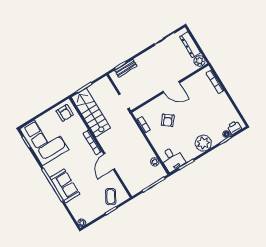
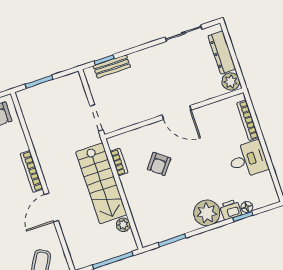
stairs: (91, 113) -> (101, 183), moved, turned 180
printer: (234, 127) -> (231, 210), moved
desk: (172, 159) -> (248, 159), moved, turned -90

